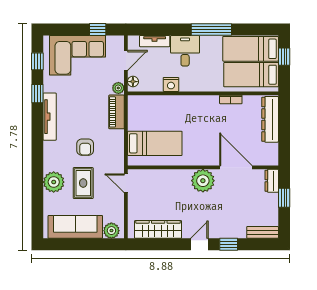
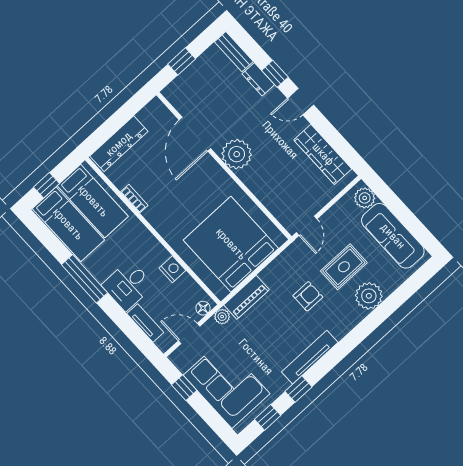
bed: (155, 143) -> (231, 244), width x2.04
dresser: (272, 181) -> (258, 79), moved, turned 90

